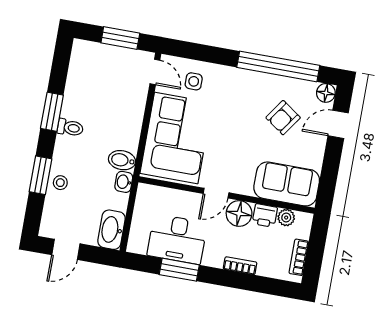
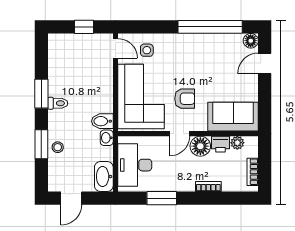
window: (120, 38) -> (84, 27), width x0.67
armchair: (283, 118) -> (185, 99), moved, turned -125
desk: (177, 239) -> (135, 165), moved, turned 90

